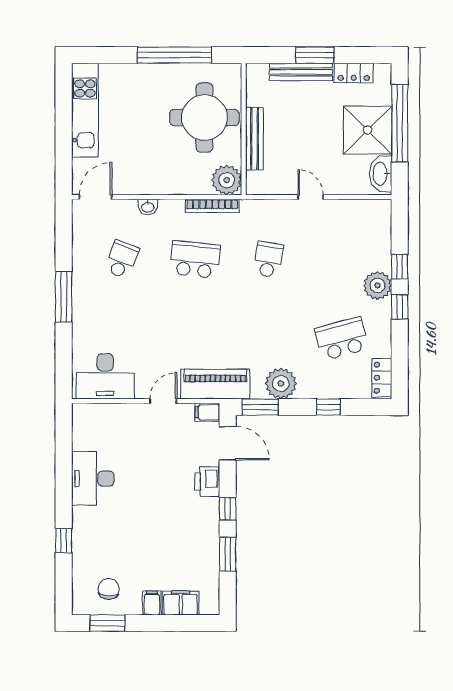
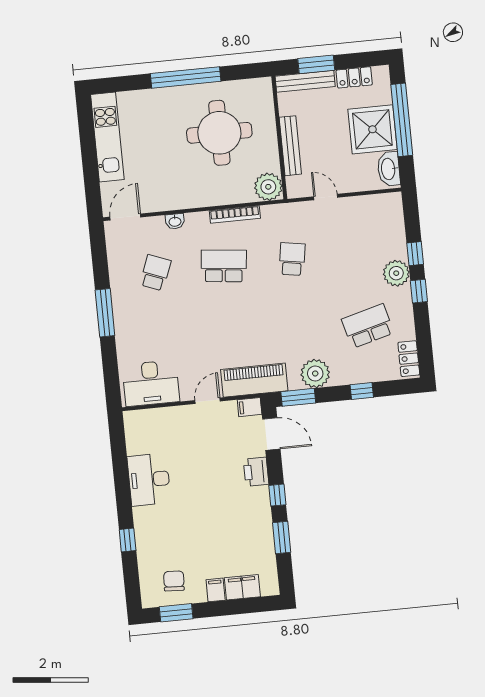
wall: (244, 129) -> (279, 138), moved
bench: (254, 139) -> (290, 146), moved
plant: (227, 180) -> (268, 187), moved

